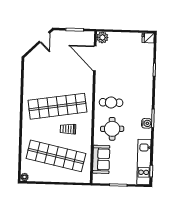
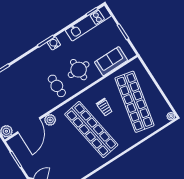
plant: (88, 79) -> (50, 120), added

